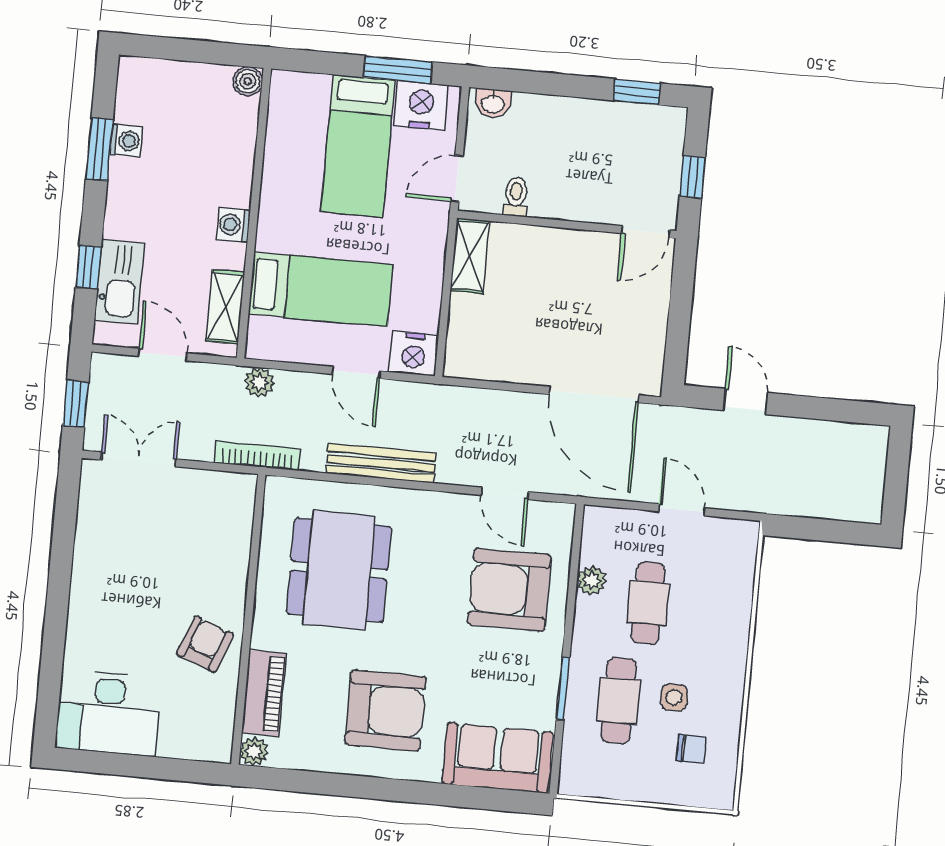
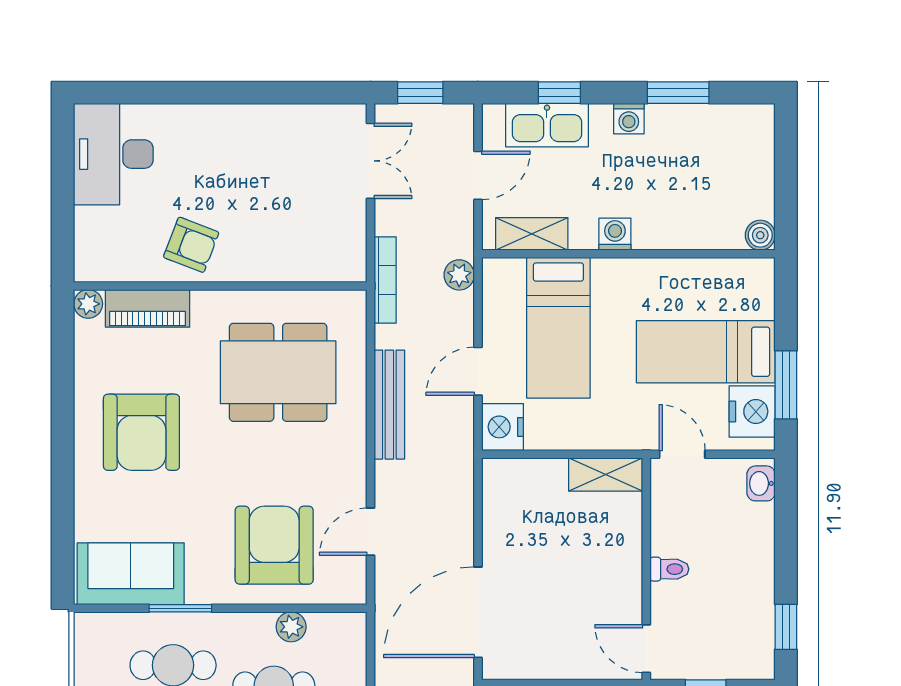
washing machine: (126, 141) -> (629, 119), moved
toilet: (516, 197) -> (669, 569), moved
sofa: (498, 758) -> (131, 574), moved, turned -90

